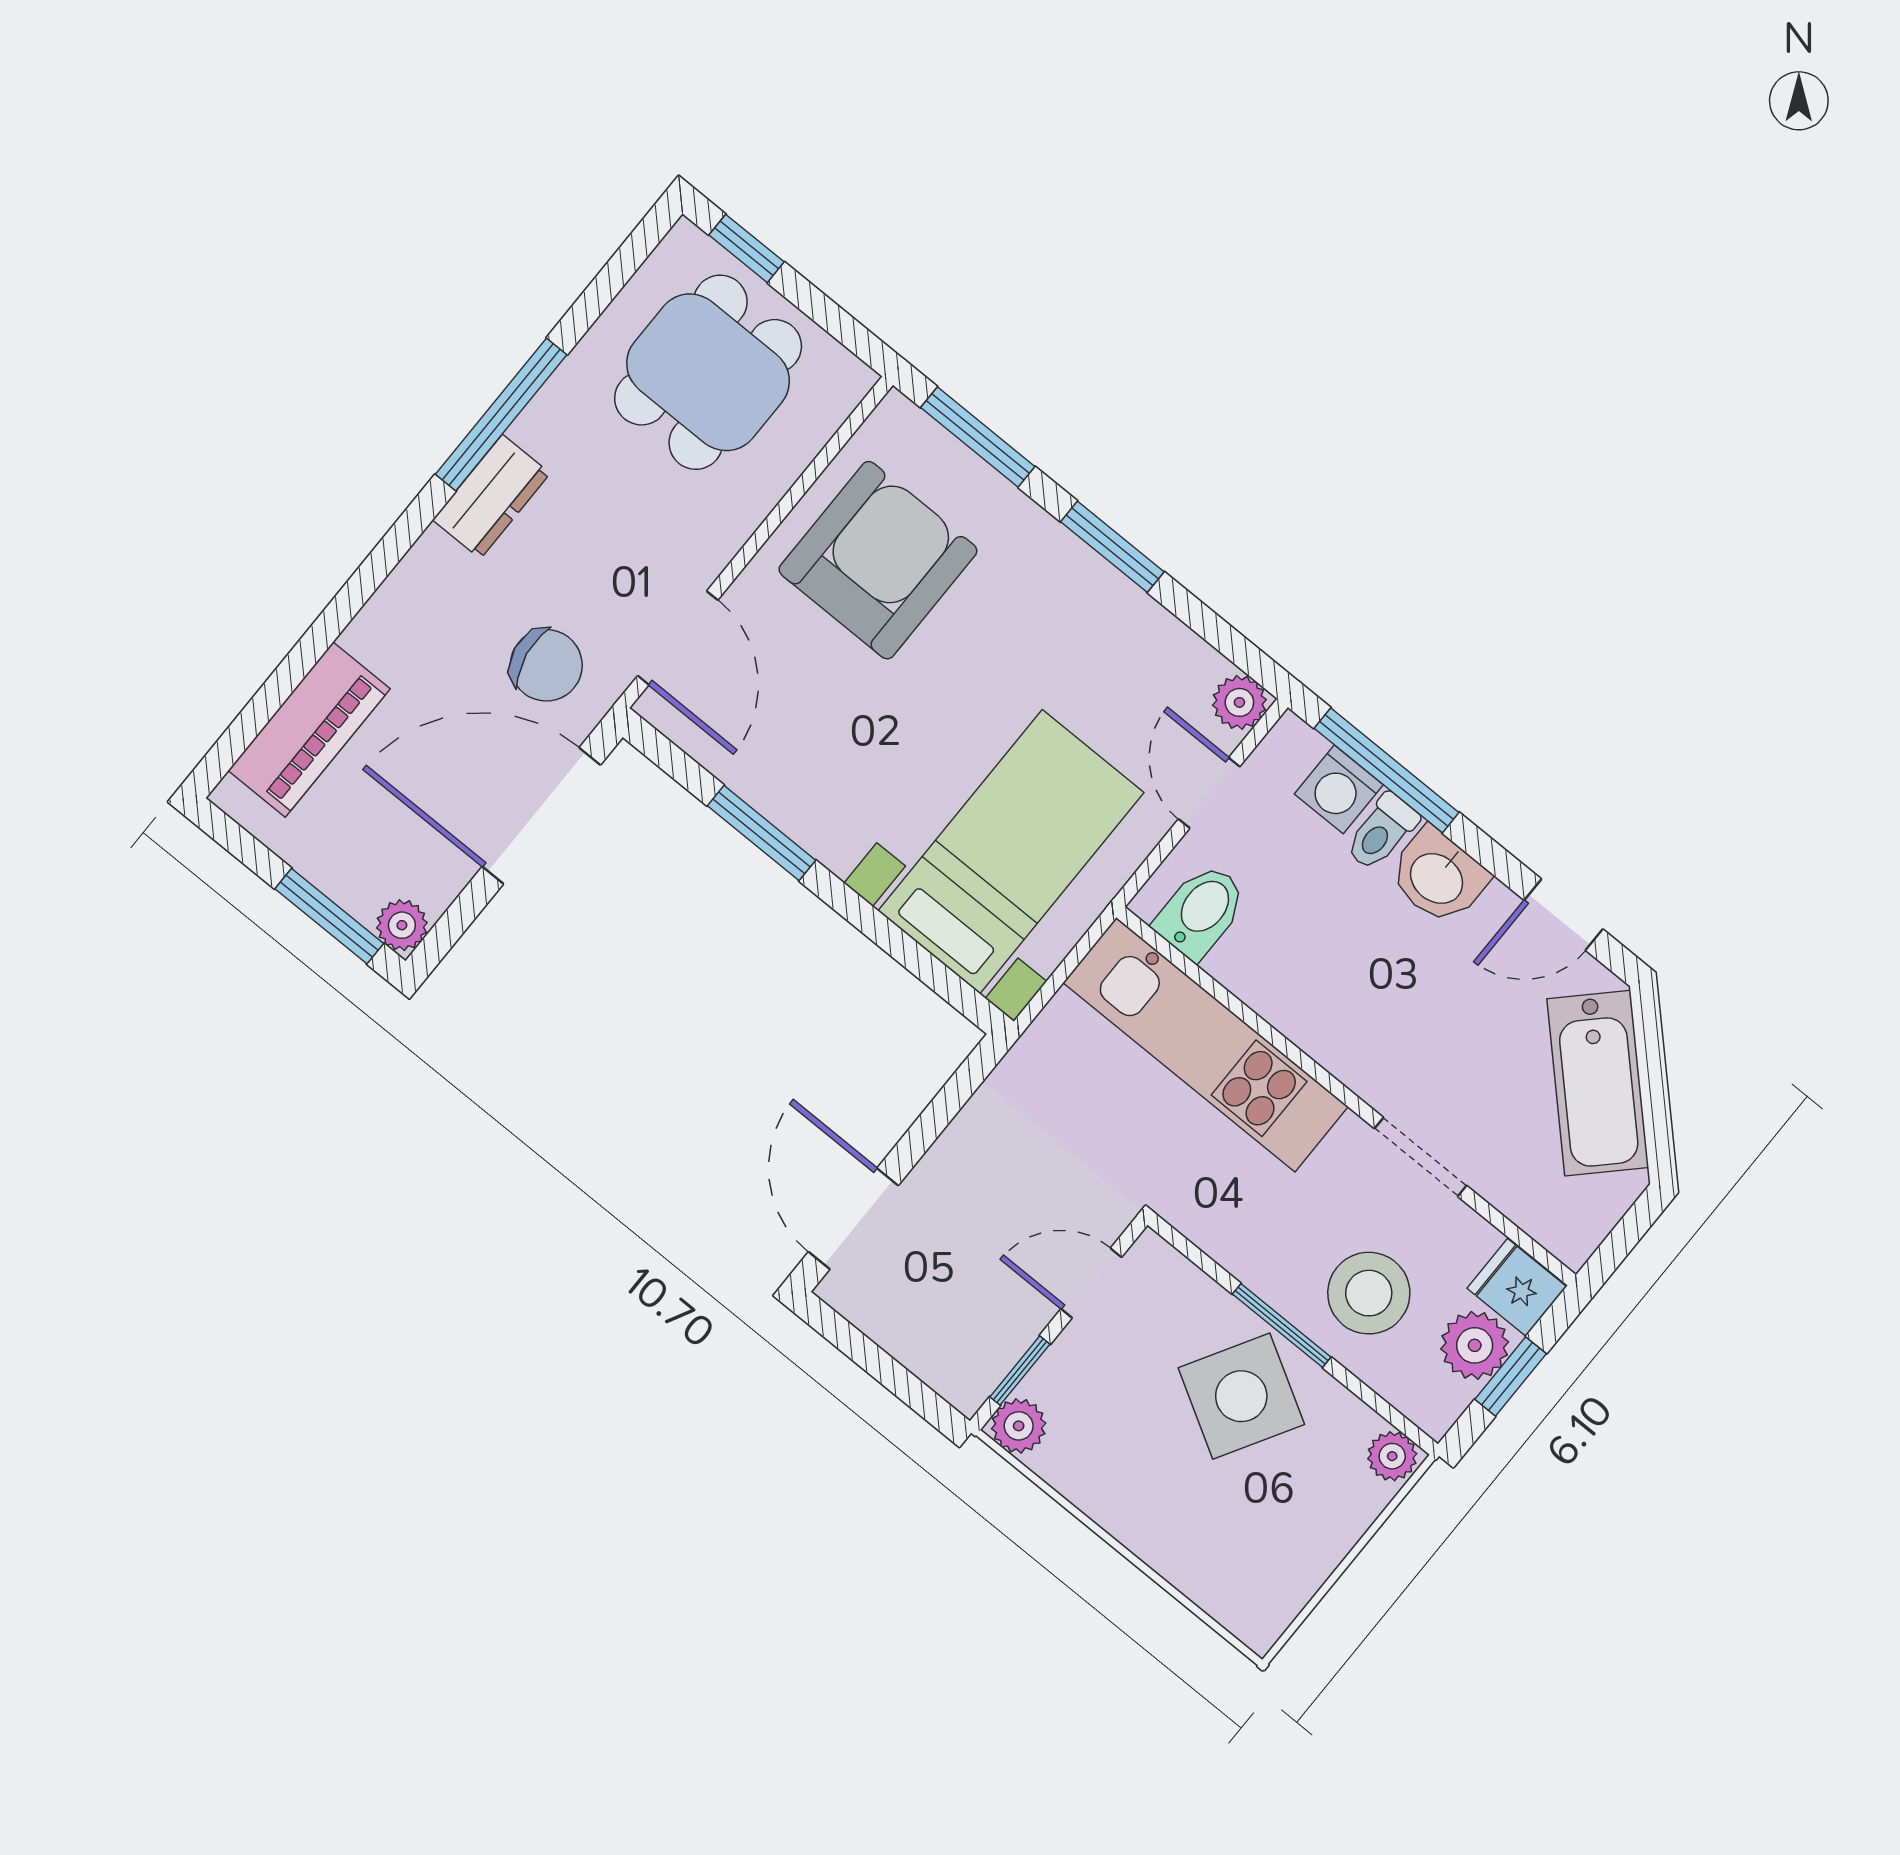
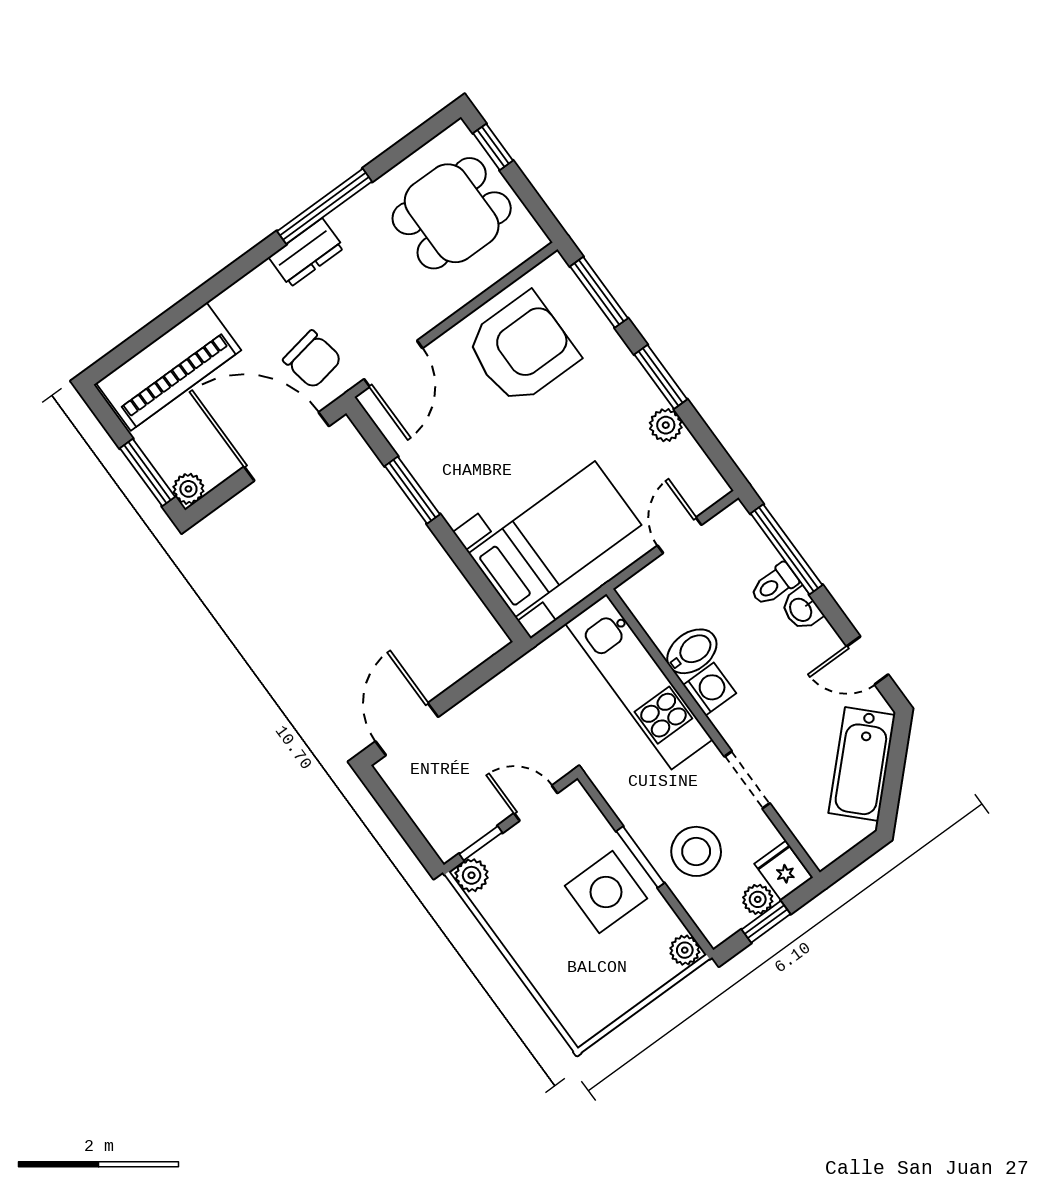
plant: (1239, 702) -> (666, 425), moved
piano: (309, 730) -> (169, 367), width x1.37, depth x1.33
washing machine: (1339, 789) -> (710, 689), moved, turned 180
washbasin: (1438, 877) -> (801, 609), width x0.72, depth x0.69
bidet: (1201, 911) -> (692, 651), moved
plant: (1475, 1345) -> (758, 899), width x0.73, depth x0.73
side table: (1241, 1396) -> (606, 892), turned -30

